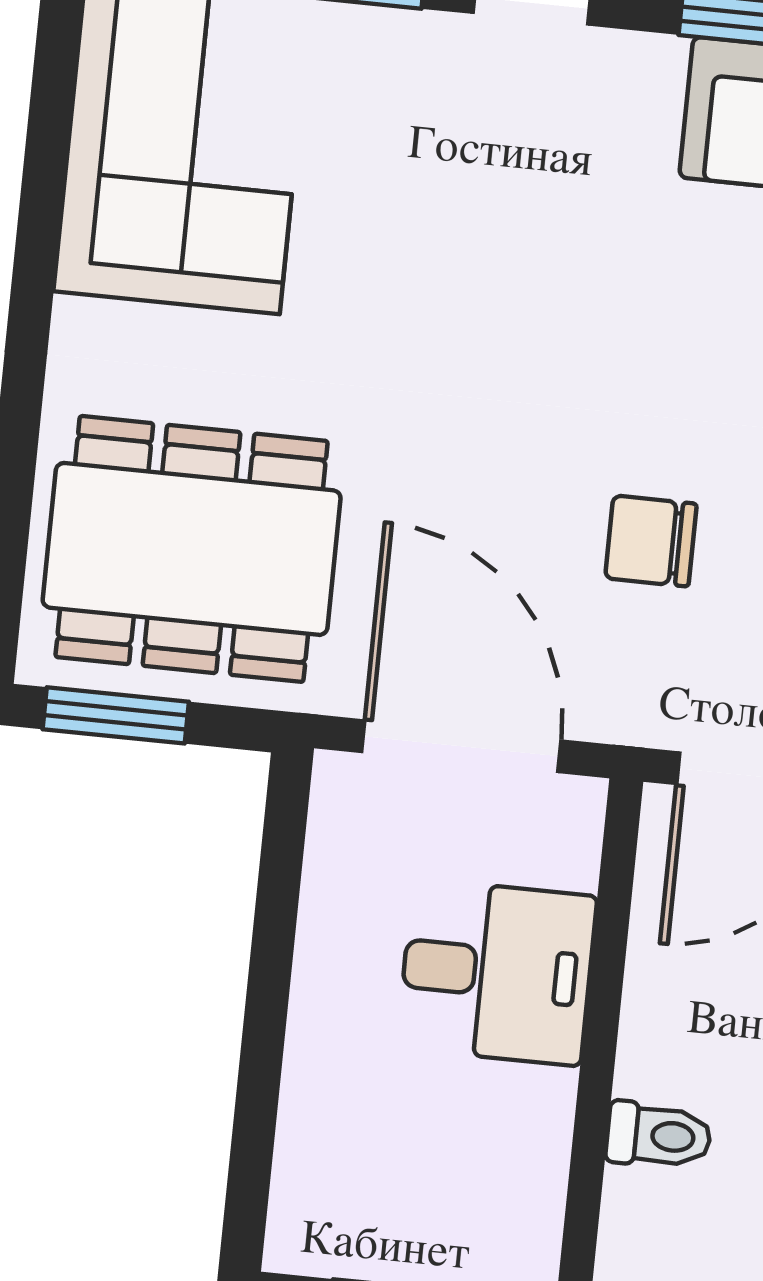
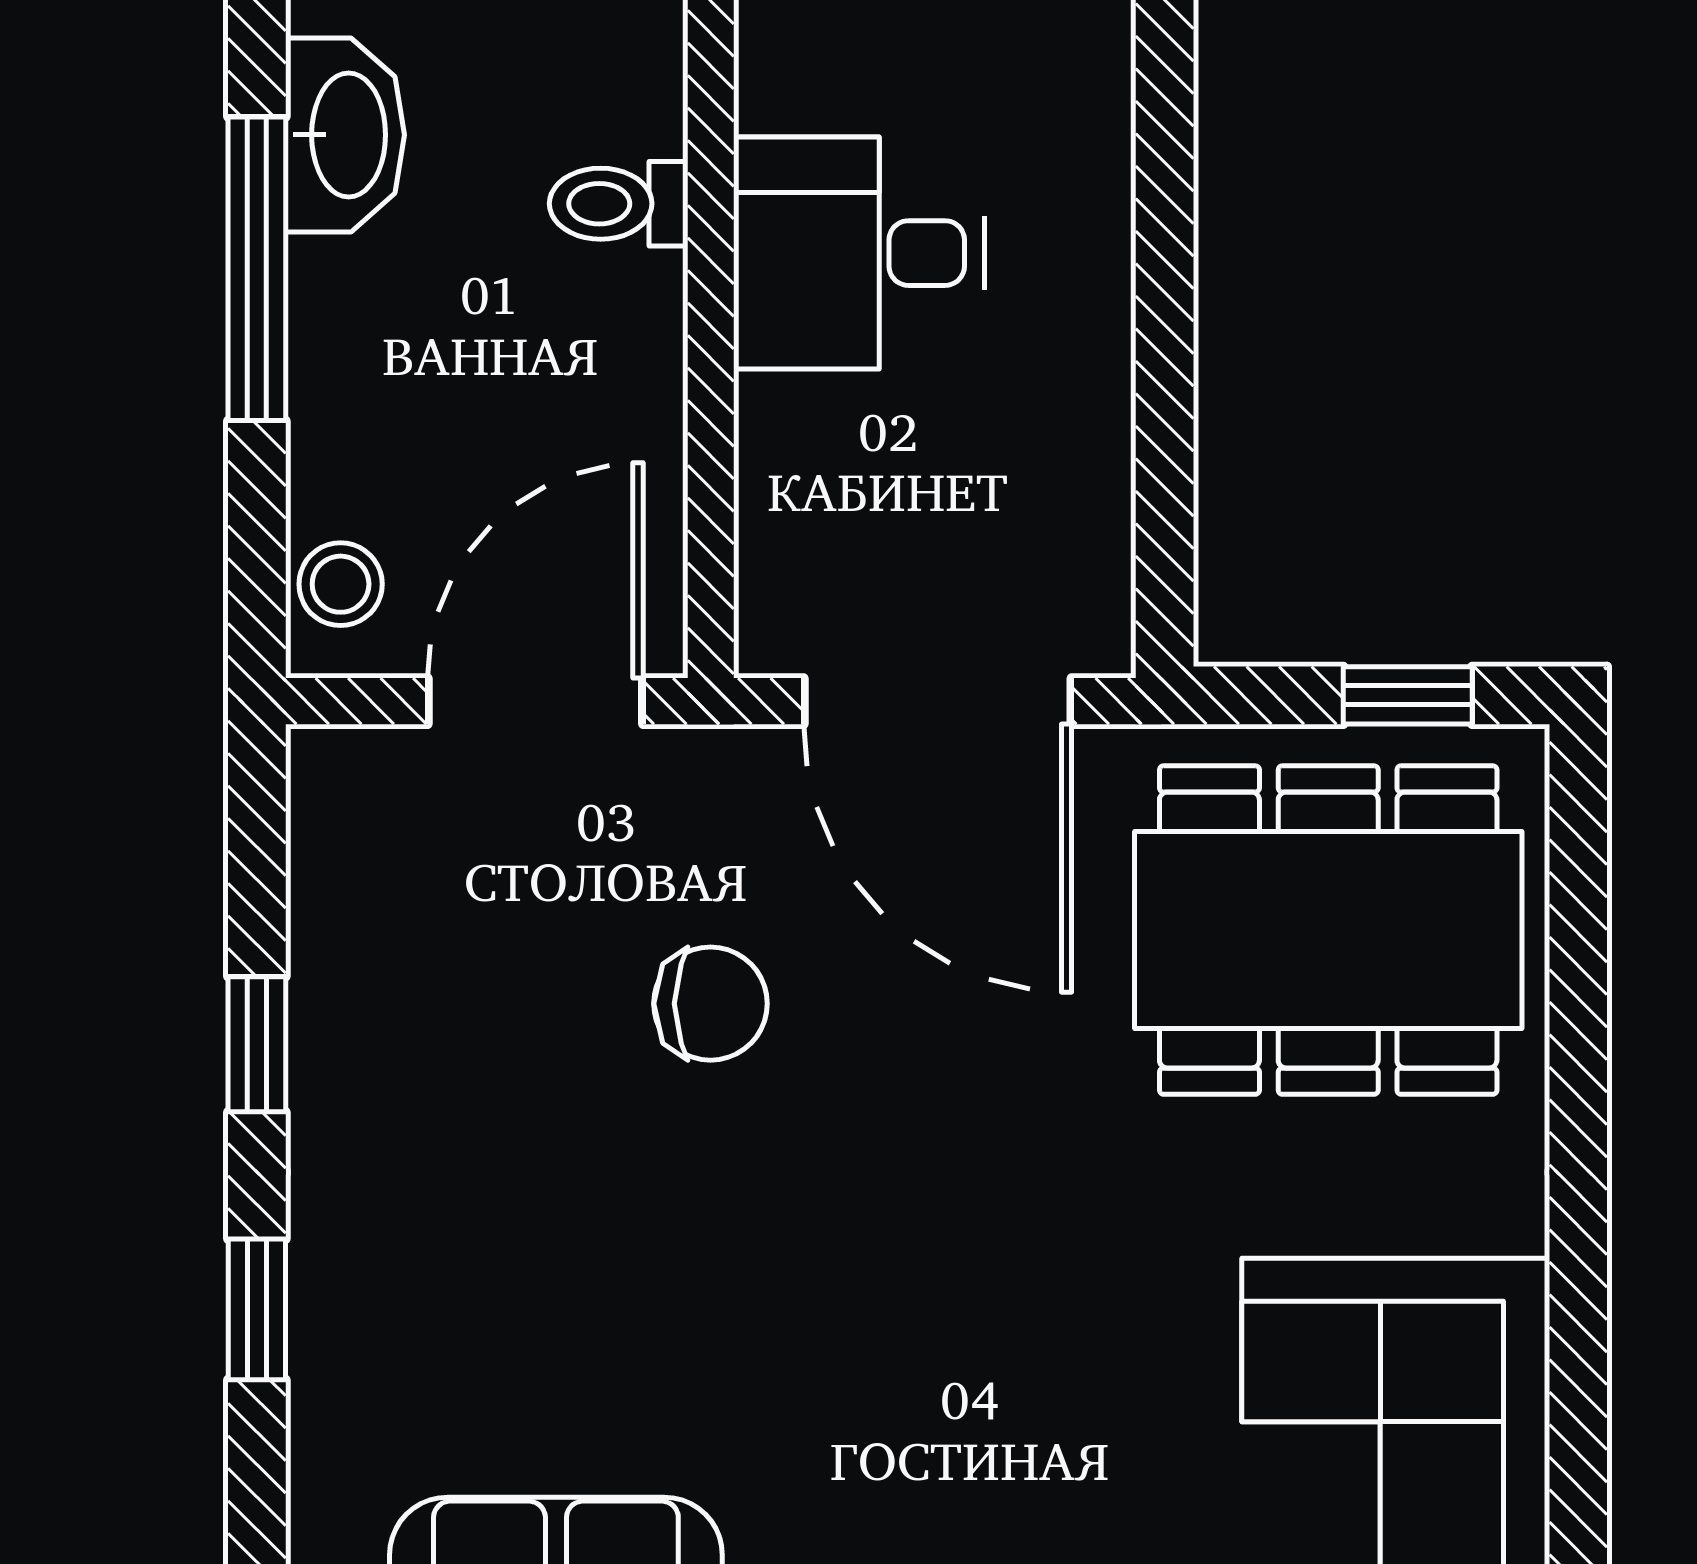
window: (116, 715) -> (1408, 695), width x0.67
desk: (497, 972) -> (859, 253), moved

